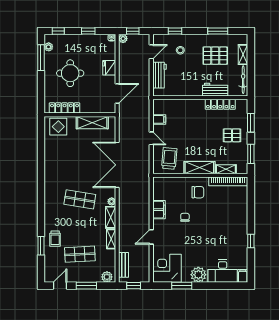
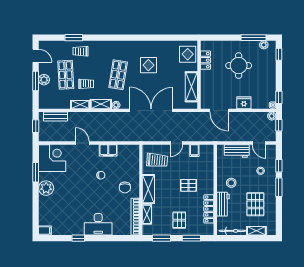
window: (88, 31) -> (279, 97), moved
window: (218, 31) -> (279, 187), moved
stool: (193, 81) -> (231, 183), added
locker: (65, 108) -> (205, 60), width x0.66
pallet: (195, 126) -> (188, 185), added
display table: (70, 168) -> (148, 65), added
trolley: (89, 233) -> (86, 84), added
desk: (223, 271) -> (98, 224), moved, turned -90
plant: (107, 277) -> (44, 80), moved

